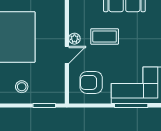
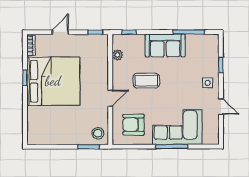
plant: (74, 39) -> (117, 55), moved
stool: (22, 87) -> (98, 133), moved

